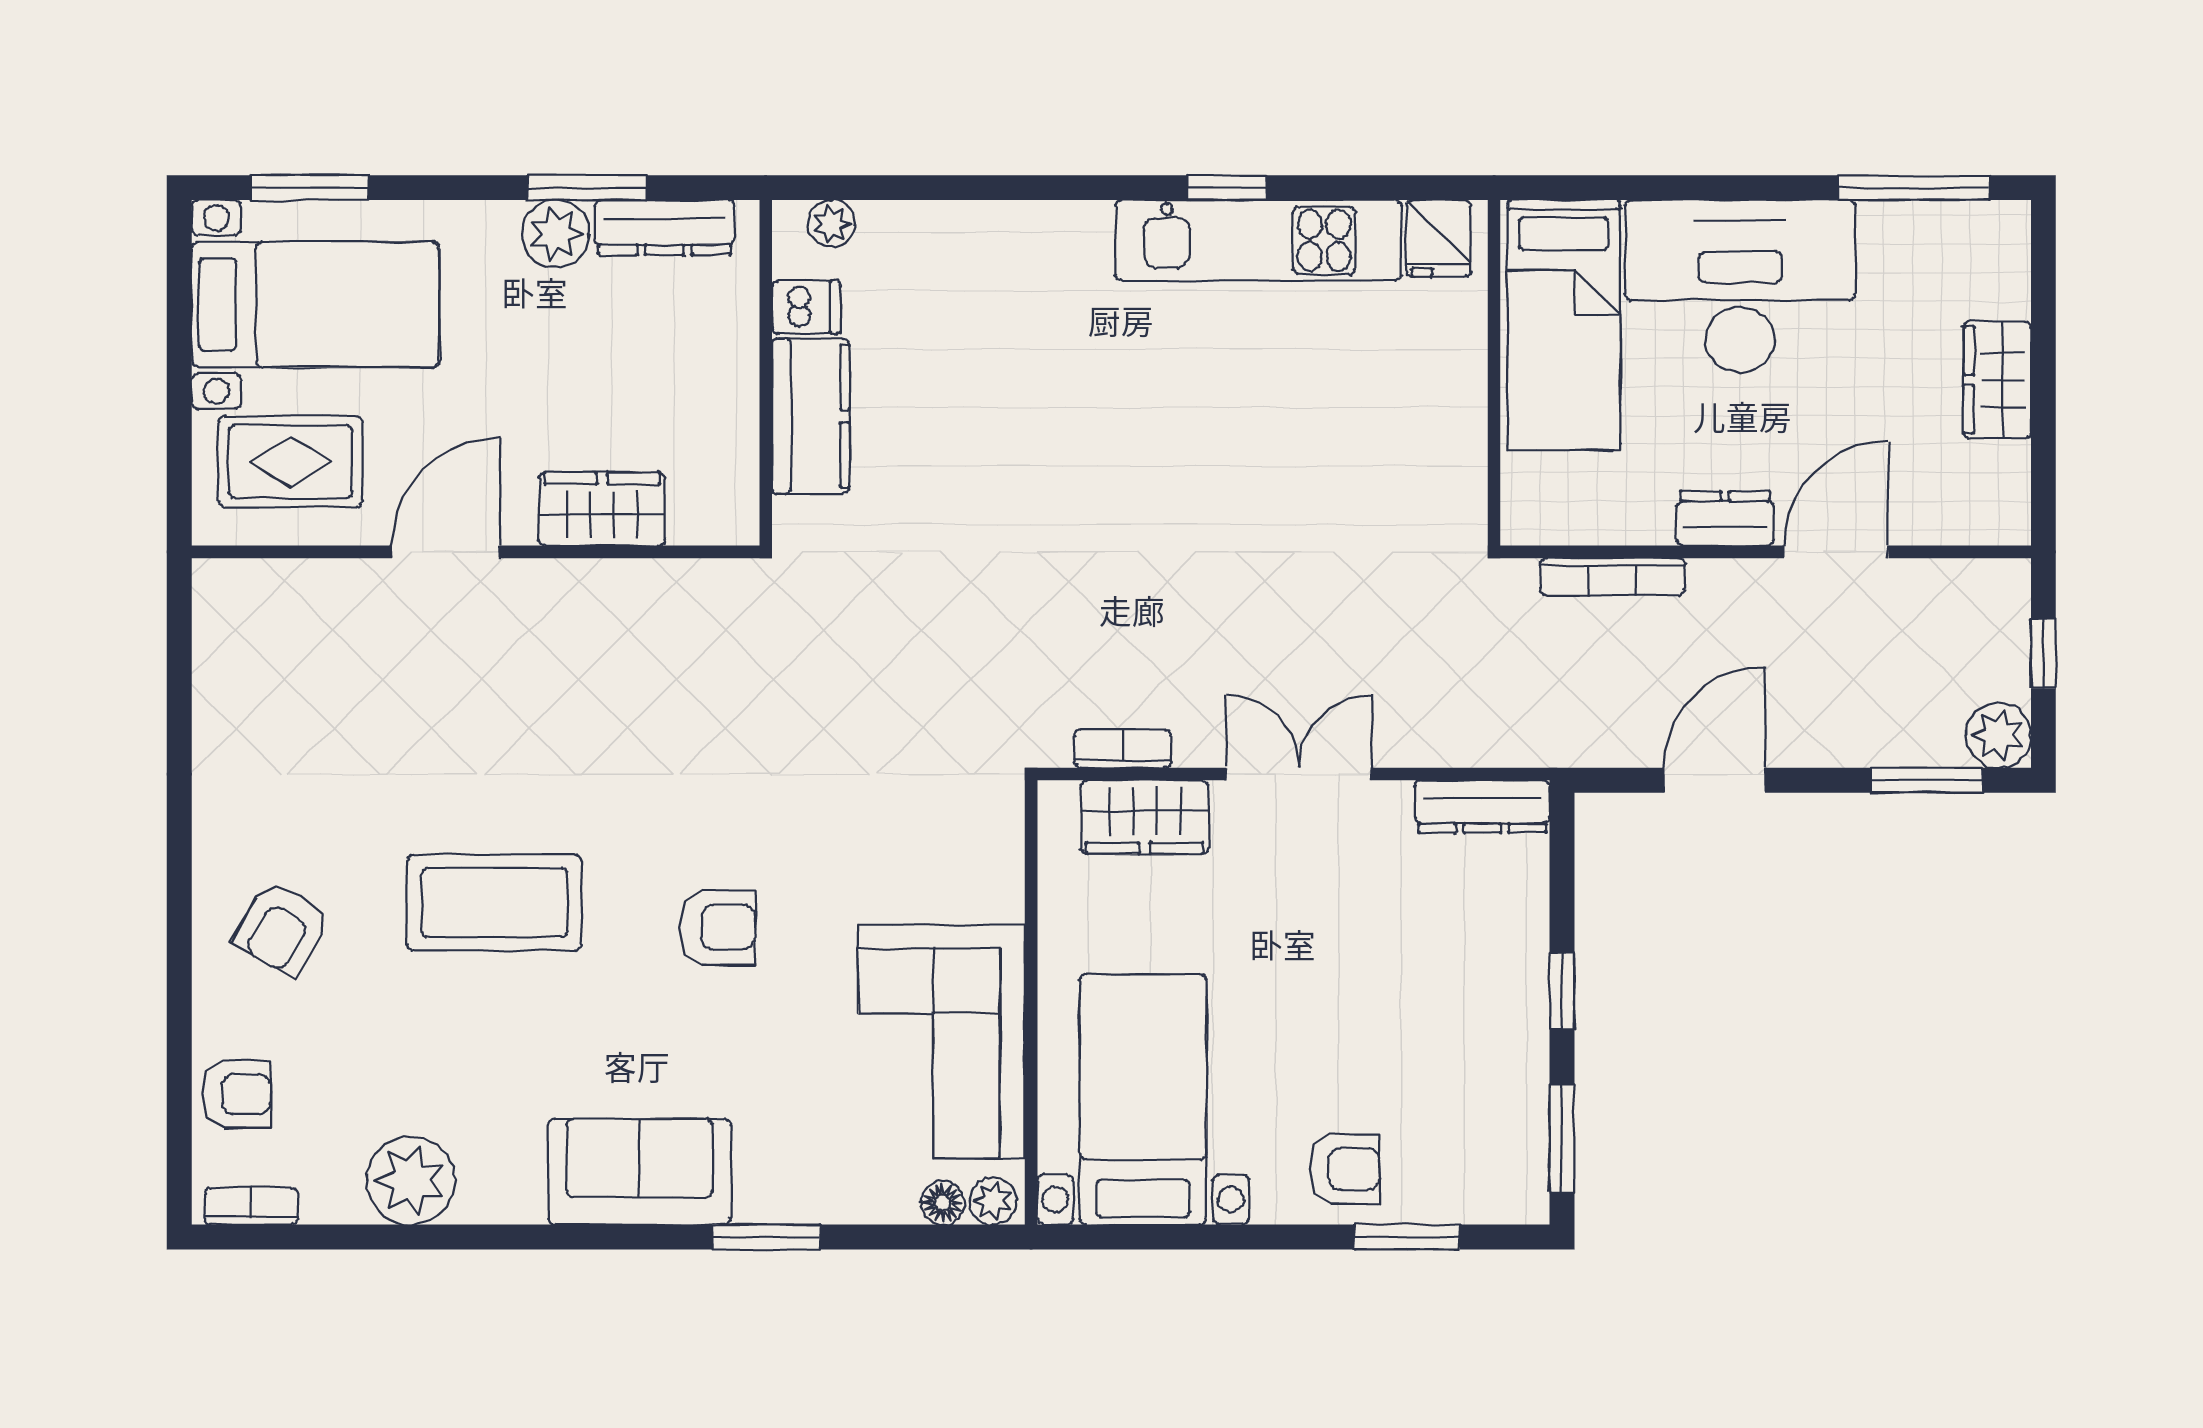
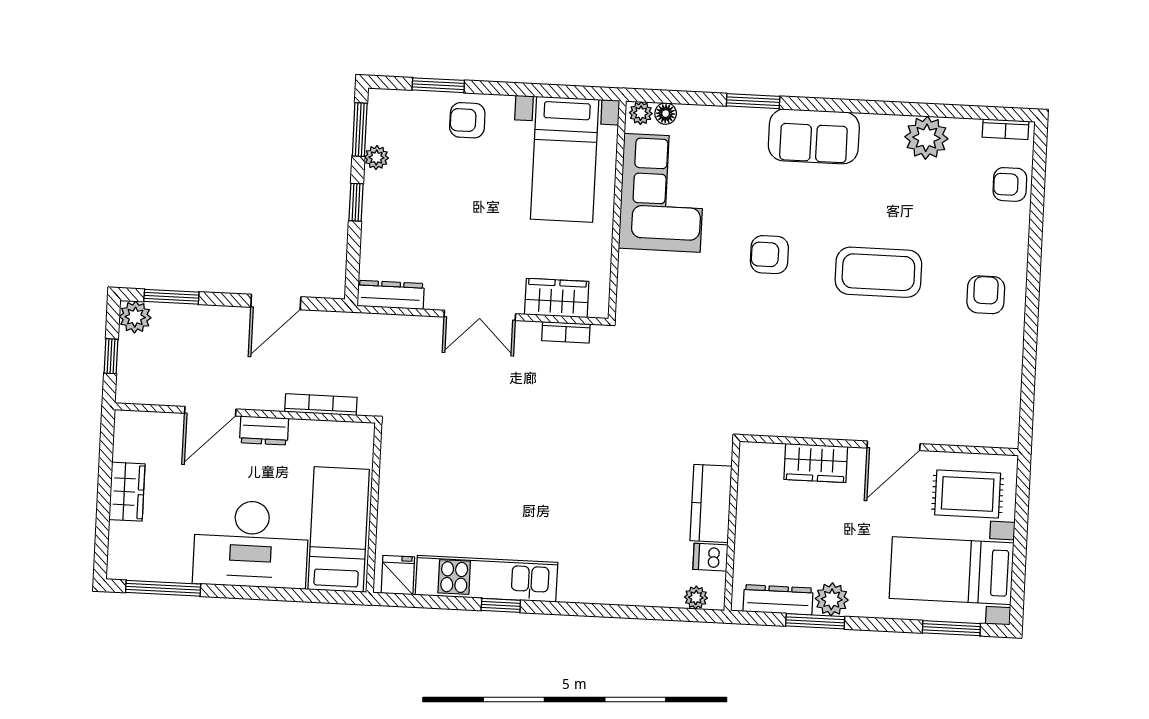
armchair: (282, 928) -> (986, 295), moved, turned -30
plant: (1525, 1084) -> (376, 157), added

